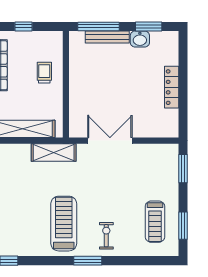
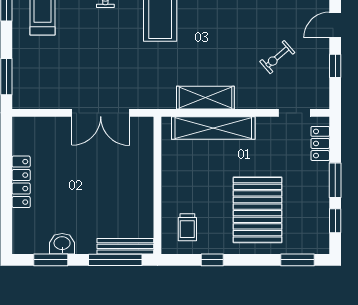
bench: (107, 37) -> (125, 246), moved
trolley: (44, 73) -> (187, 227), moved
shelving: (54, 152) -> (205, 98), moved

